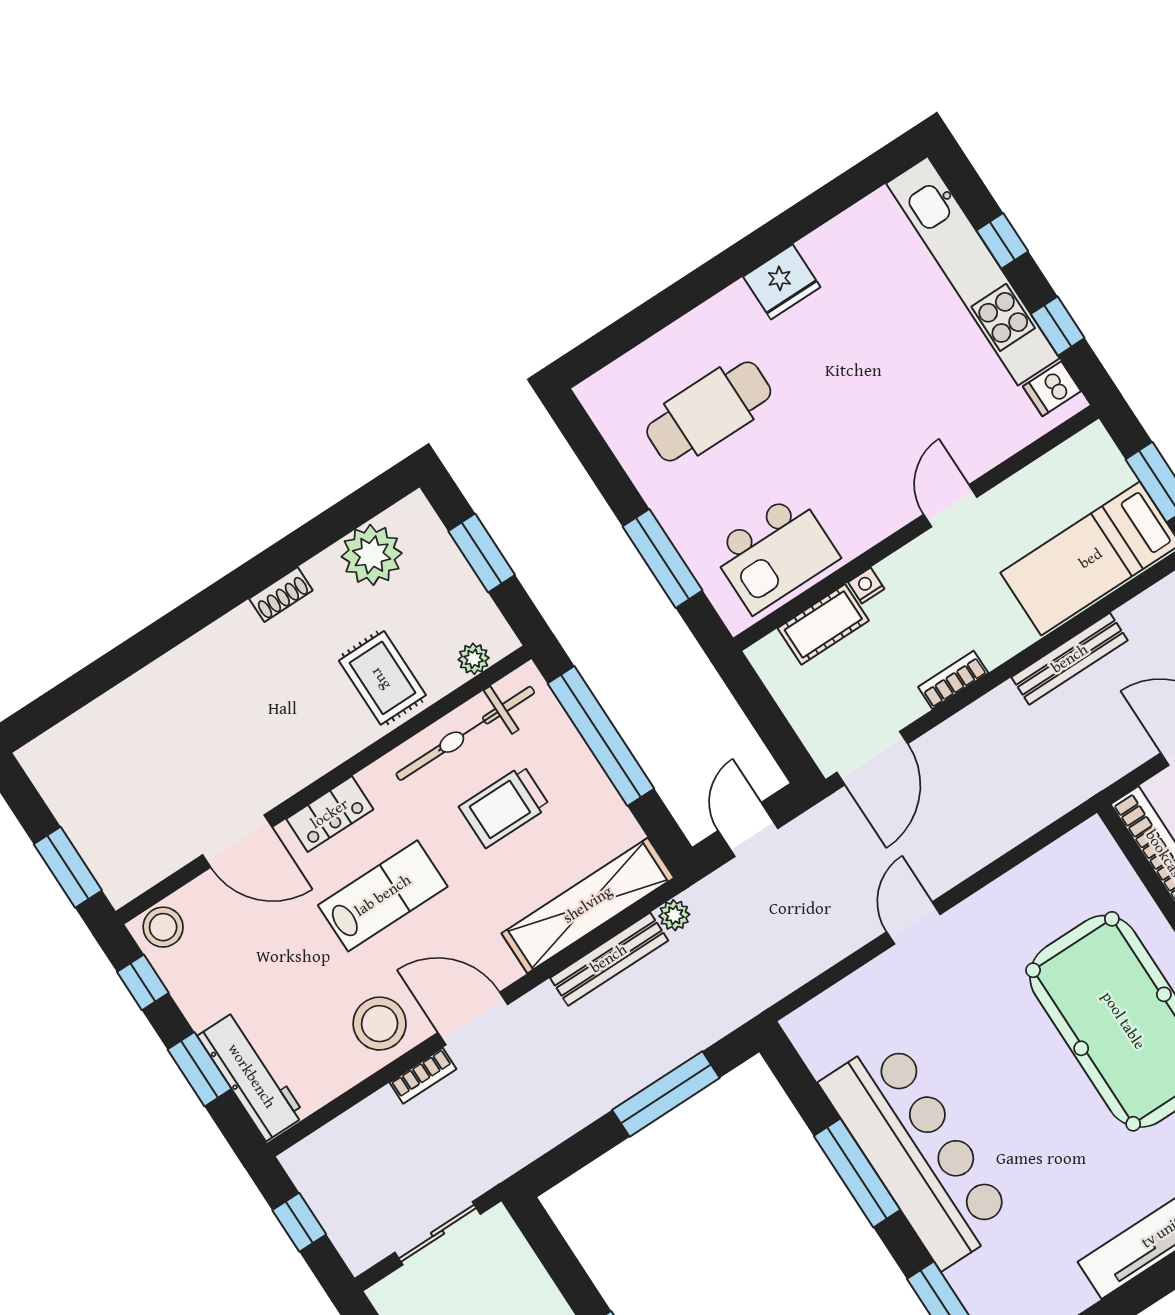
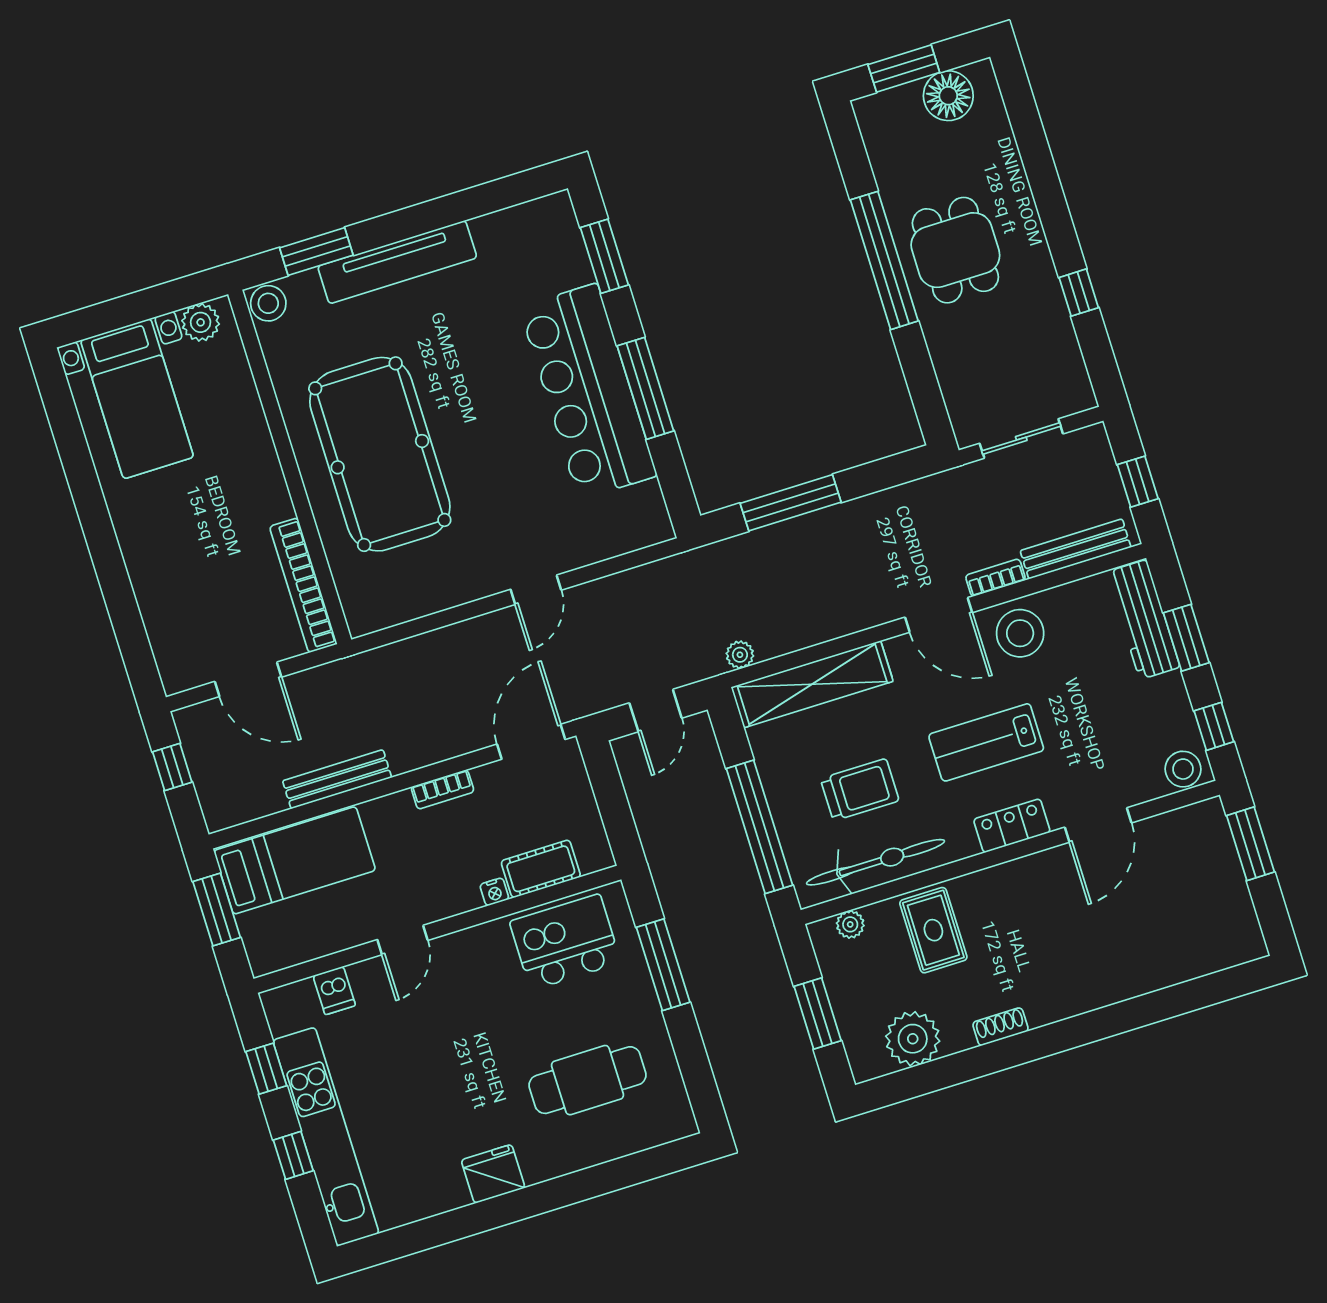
dishwasher: (1052, 389) -> (334, 990), moved, turned 90
door: (237, 841) -> (1098, 825), swing flipped
bench: (609, 959) -> (1076, 549), moved

